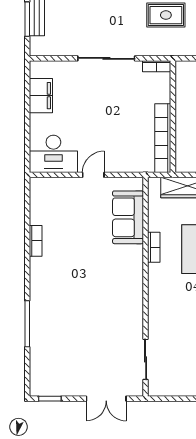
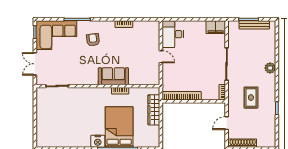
filing cabinet: (41, 96) -> (216, 27), moved
sofa: (128, 217) -> (113, 76), moved
armchair: (63, 296) -> (93, 40), added
corner sofa: (55, 361) -> (56, 35), added

